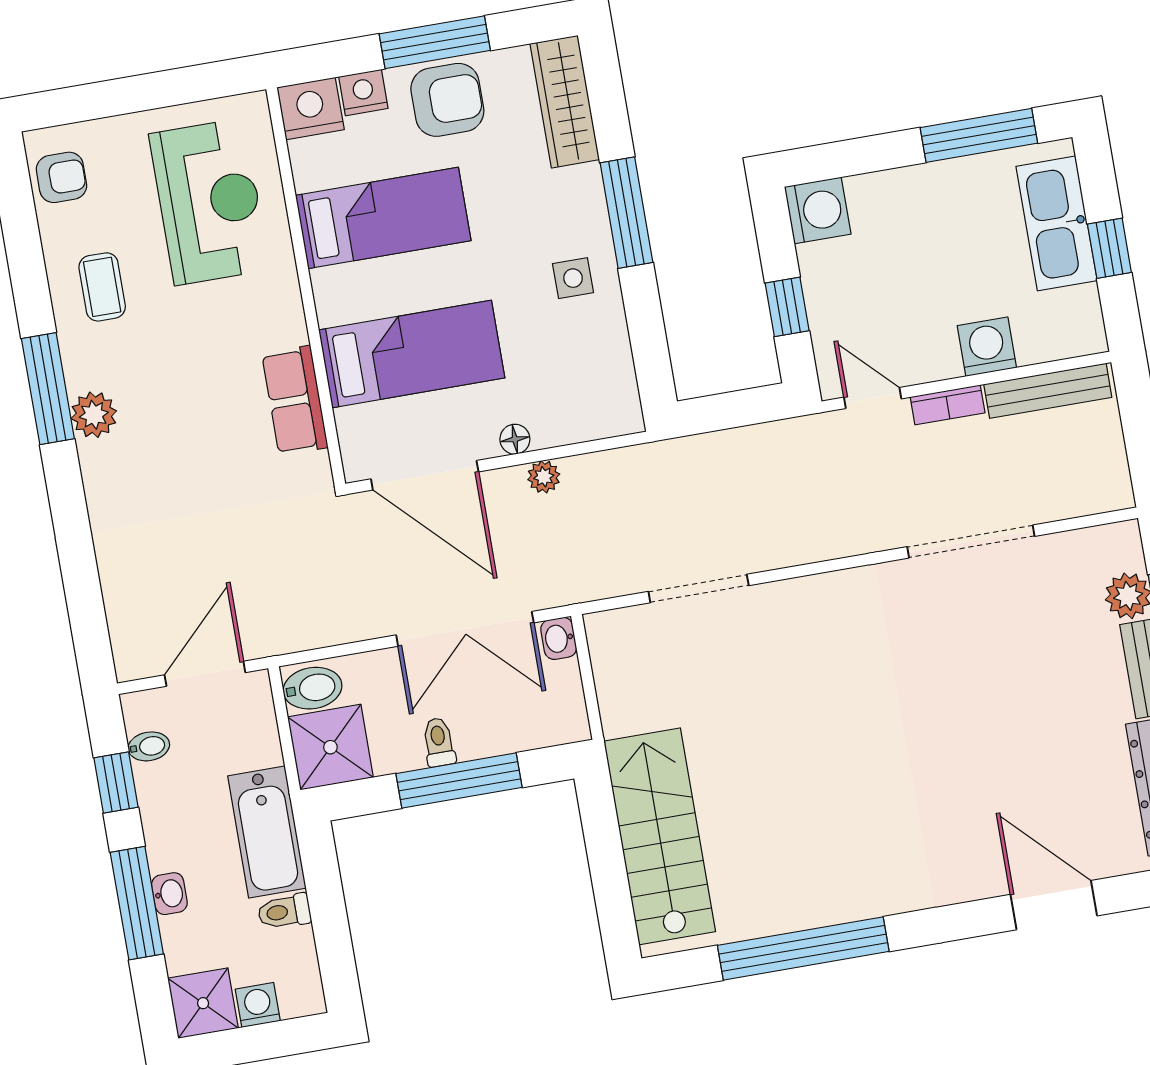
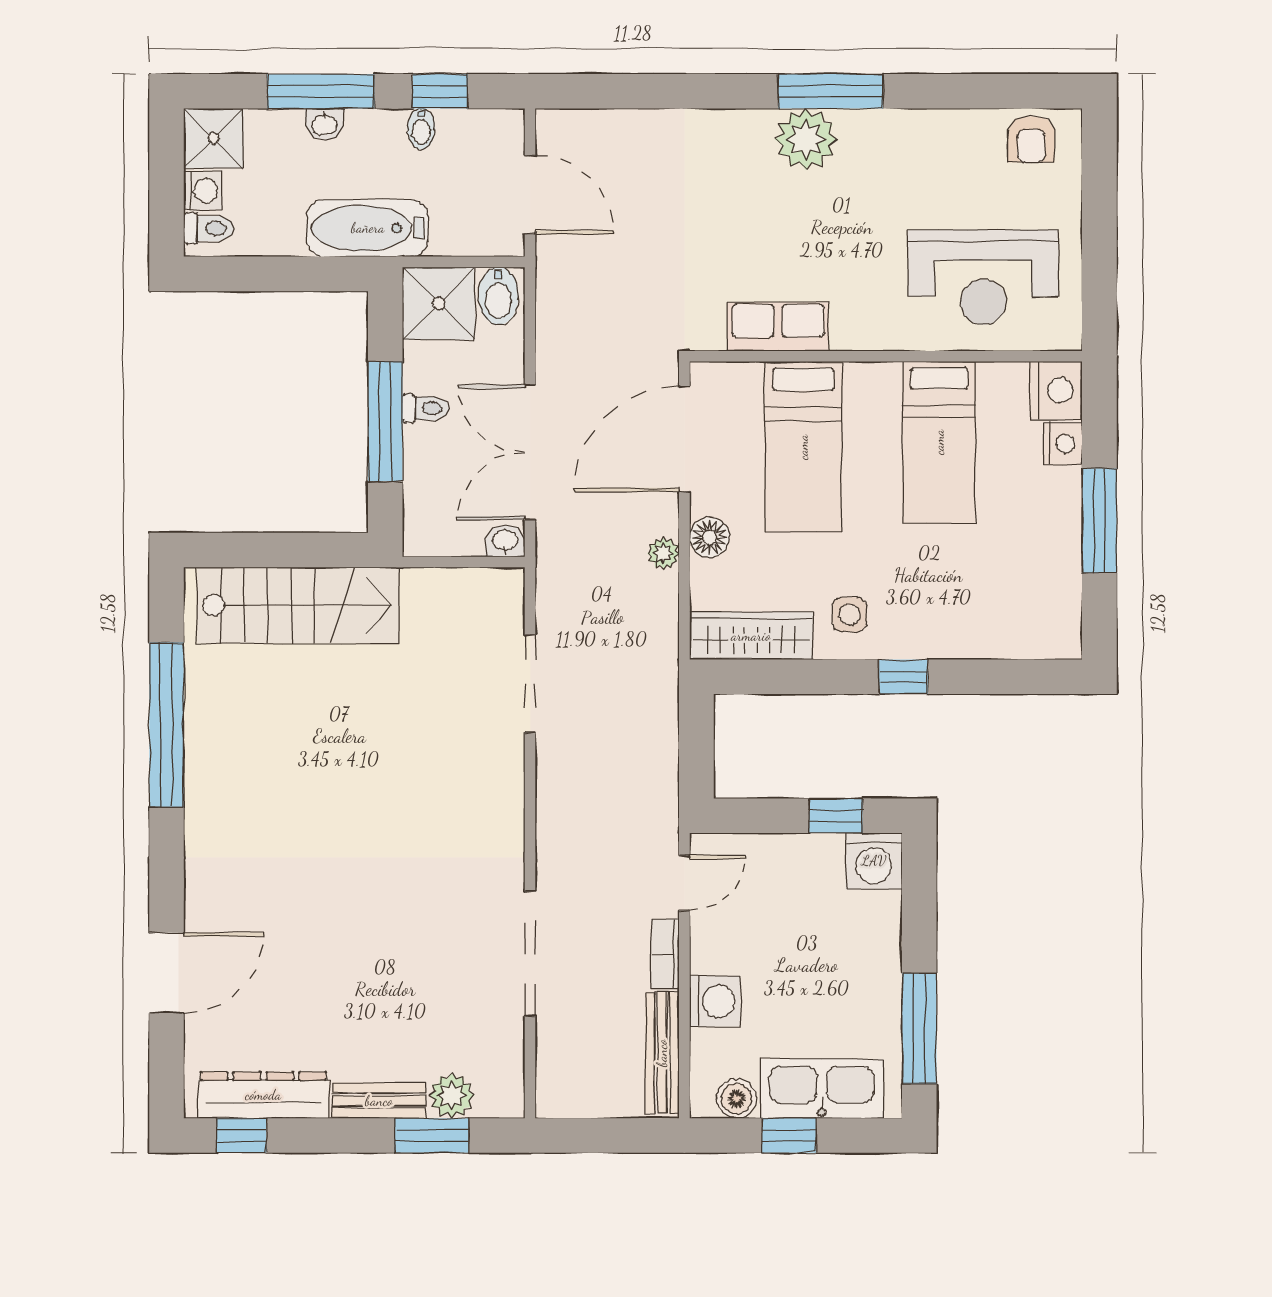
armchair: (447, 100) -> (1042, 523), removed
wardrobe: (565, 102) -> (751, 636), moved
window: (626, 213) -> (904, 677), width x0.46
coffee table: (102, 287) -> (919, 160), removed
window: (787, 307) -> (836, 816), moved
boiler: (1081, 308) -> (737, 1098), added
plant: (94, 415) -> (806, 139), width x1.36, depth x1.36
floor lamp: (515, 439) -> (710, 537), width x1.37, depth x1.37
bidet: (149, 746) -> (421, 129), moved
toilet: (284, 912) -> (209, 228), moved, turned 90

